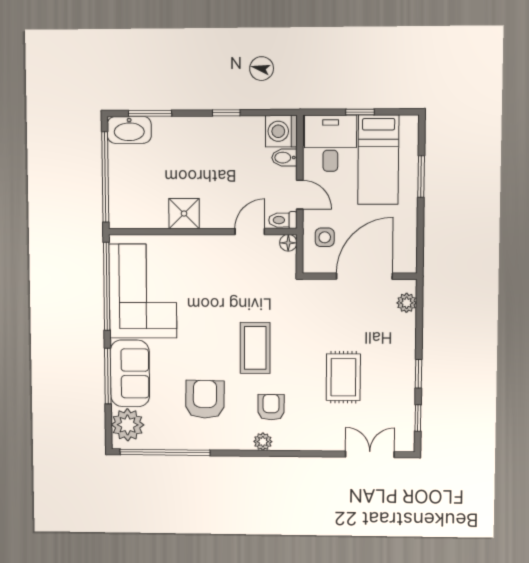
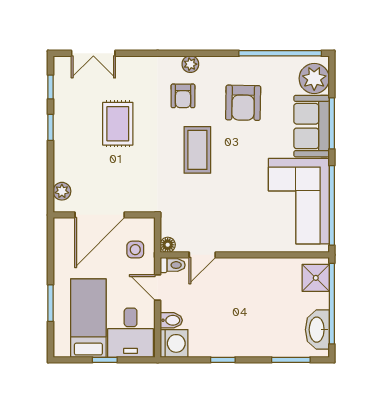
washbasin: (129, 130) -> (317, 330), moved, turned -90
shower: (184, 214) -> (316, 278), moved

